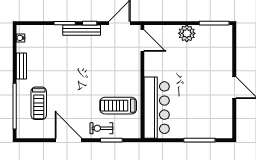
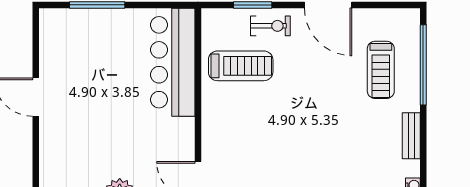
treadmill: (39, 103) -> (381, 70), turned 180

